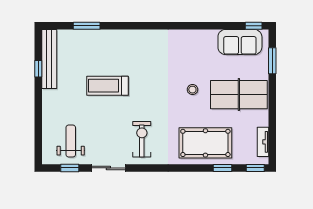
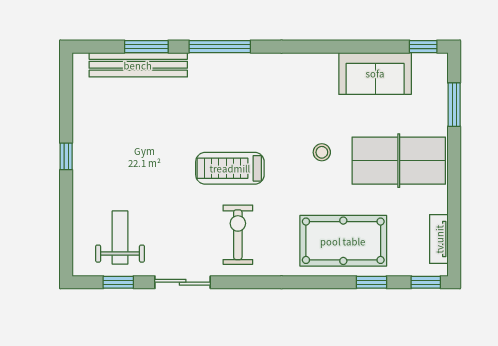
window: (131, 26) -> (220, 47), added
sofa: (240, 42) -> (375, 73), moved
bench: (49, 59) -> (138, 65), moved, turned 90
window: (38, 69) -> (66, 156), moved
treadmill: (108, 86) -> (230, 168), moved

